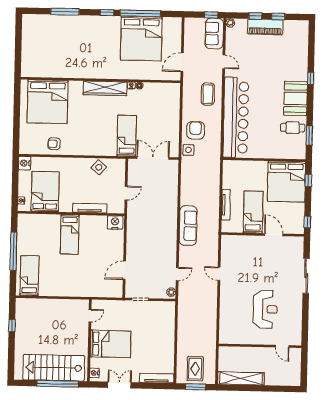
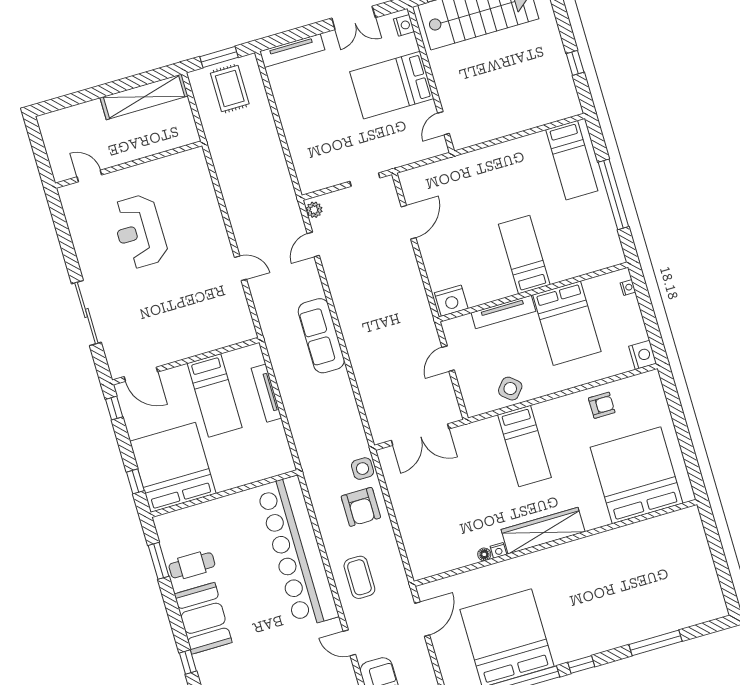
bed: (127, 136) -> (525, 446), moved
bed: (45, 192) -> (567, 323), moved
door: (274, 235) -> (141, 374), moved

